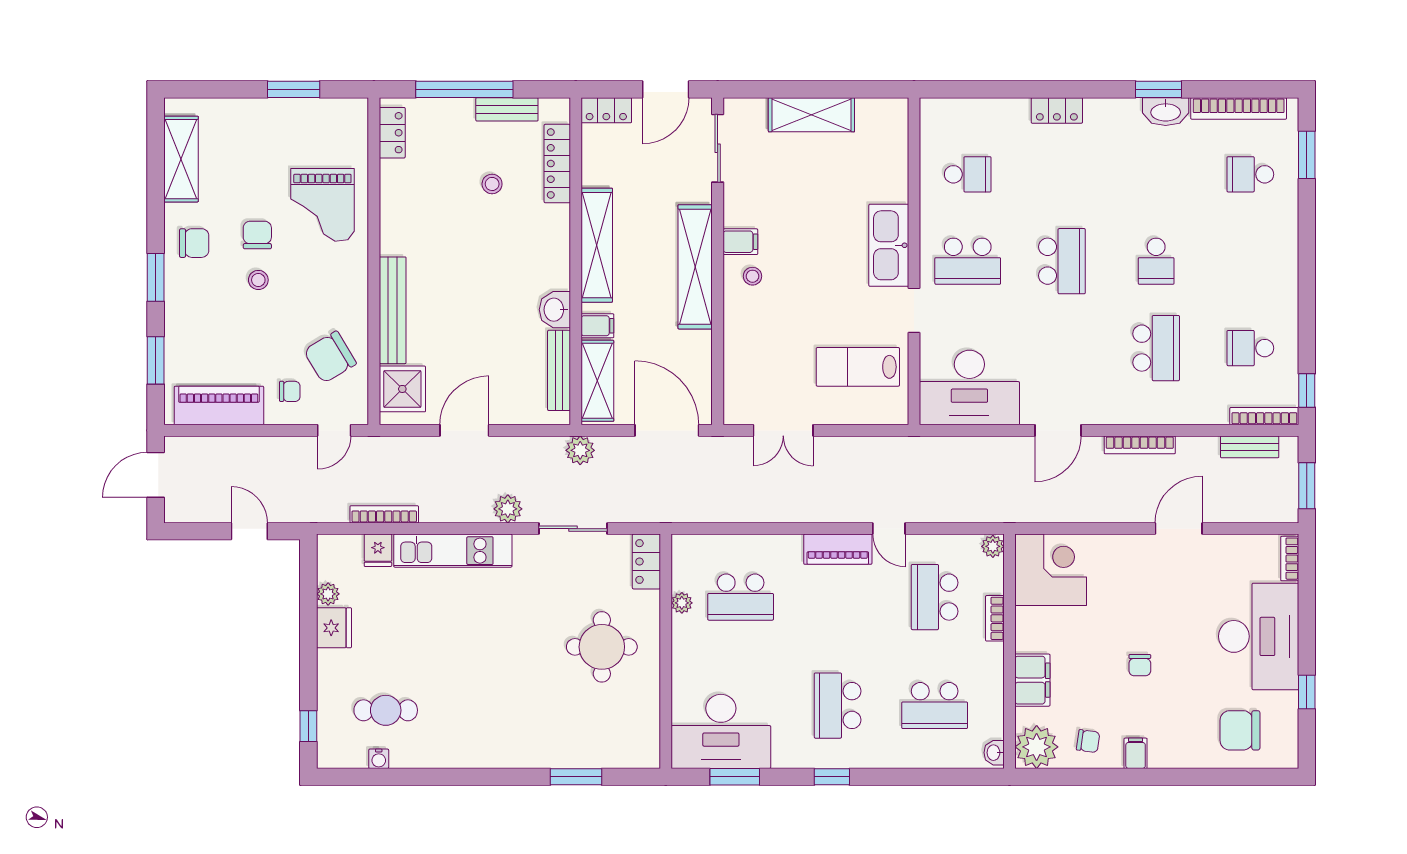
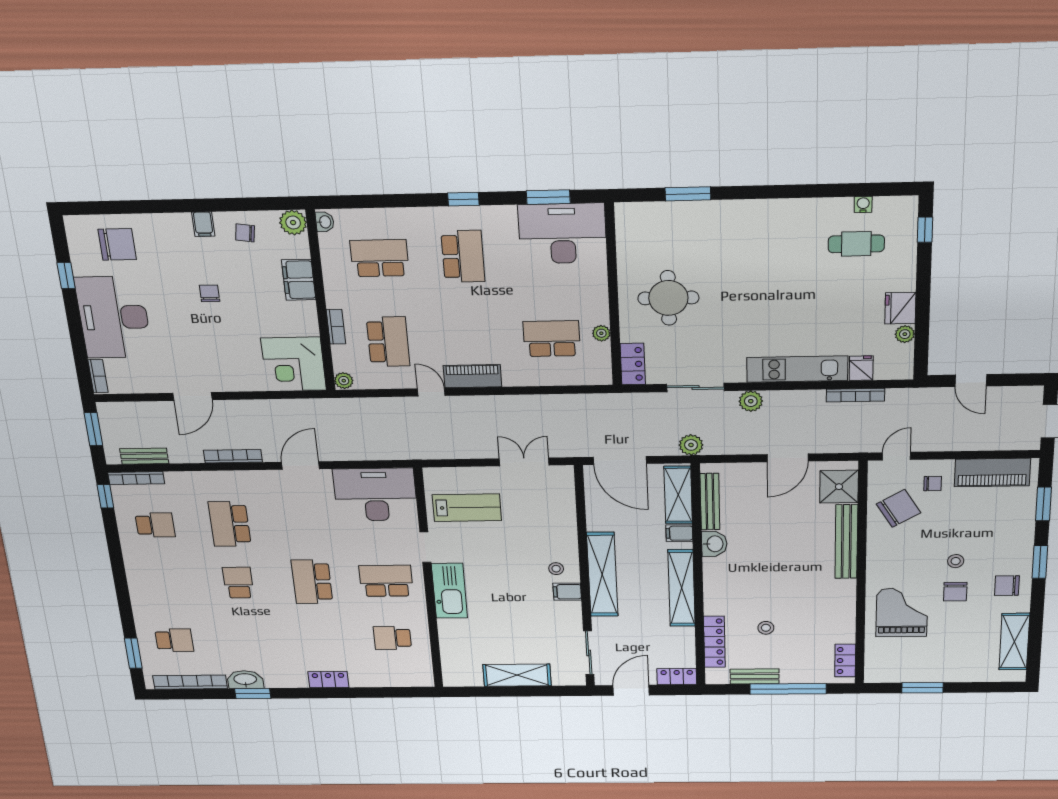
chair: (290, 391) -> (933, 484), turned 180
plant: (1037, 747) -> (293, 223), width x0.73, depth x0.73

